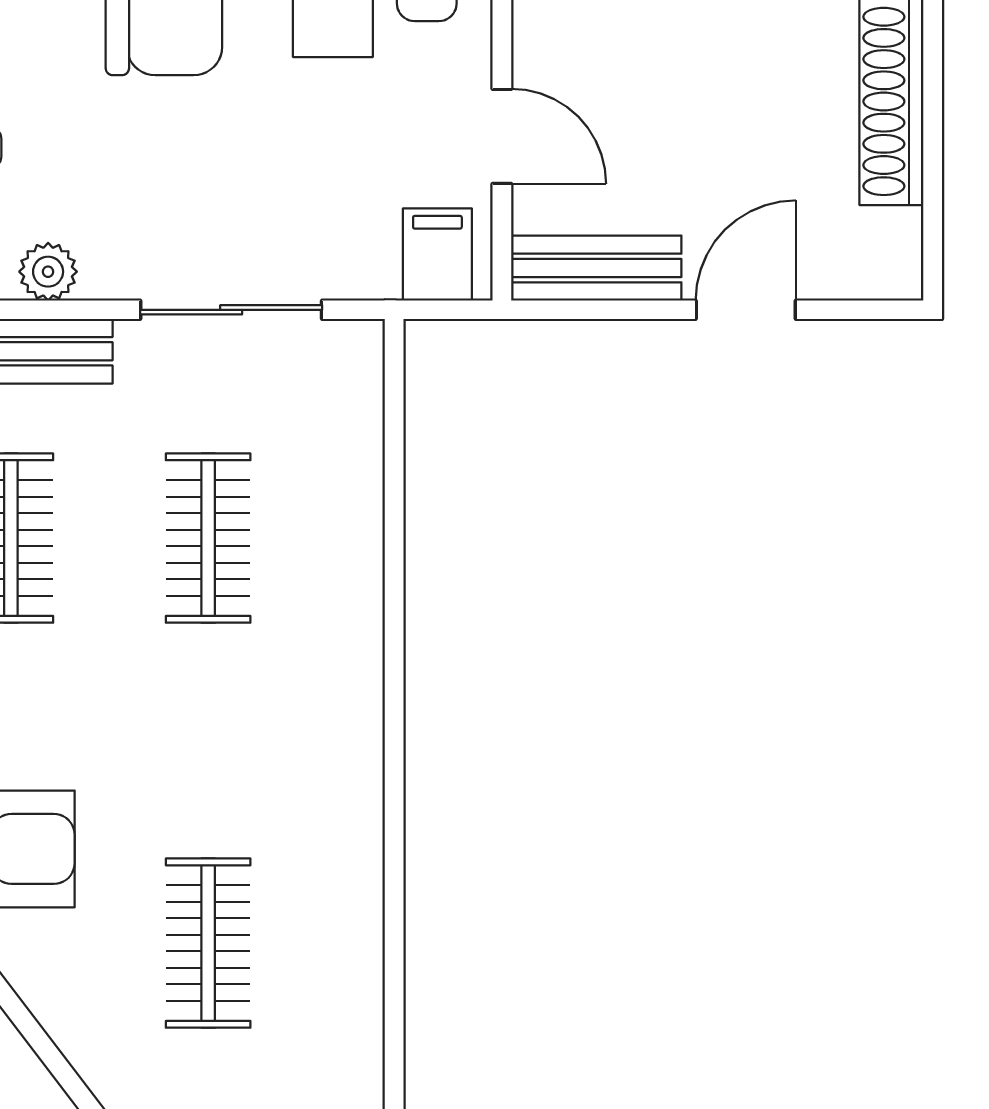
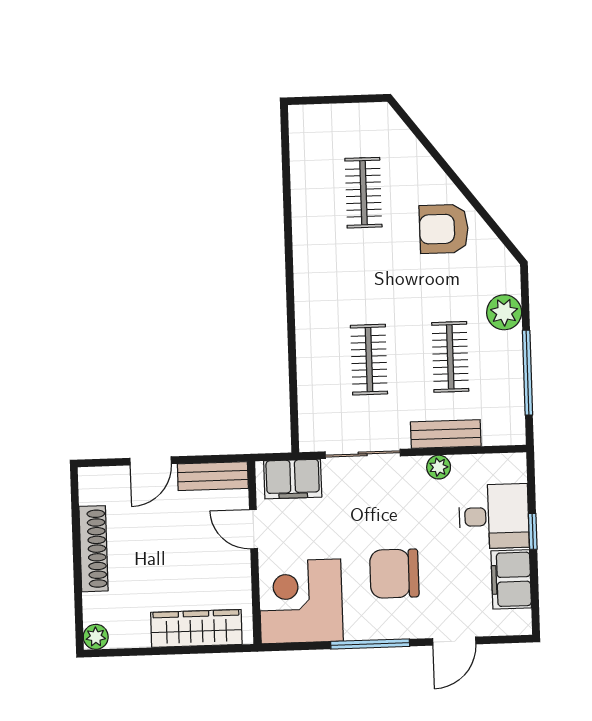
filing cabinet: (437, 254) -> (293, 479), width x2.00

